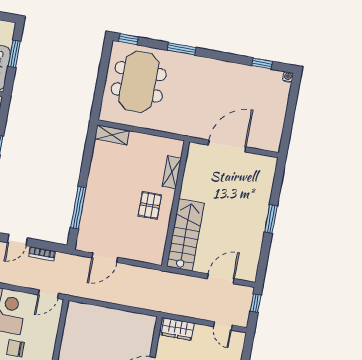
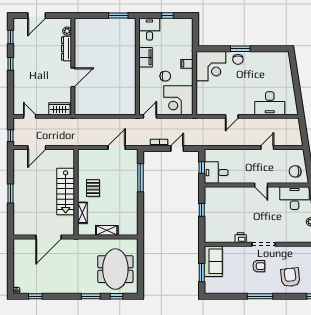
window: (129, 39) -> (116, 296), moved
shelving: (112, 135) -> (107, 230), moved
stairs: (185, 235) -> (66, 192), moved

